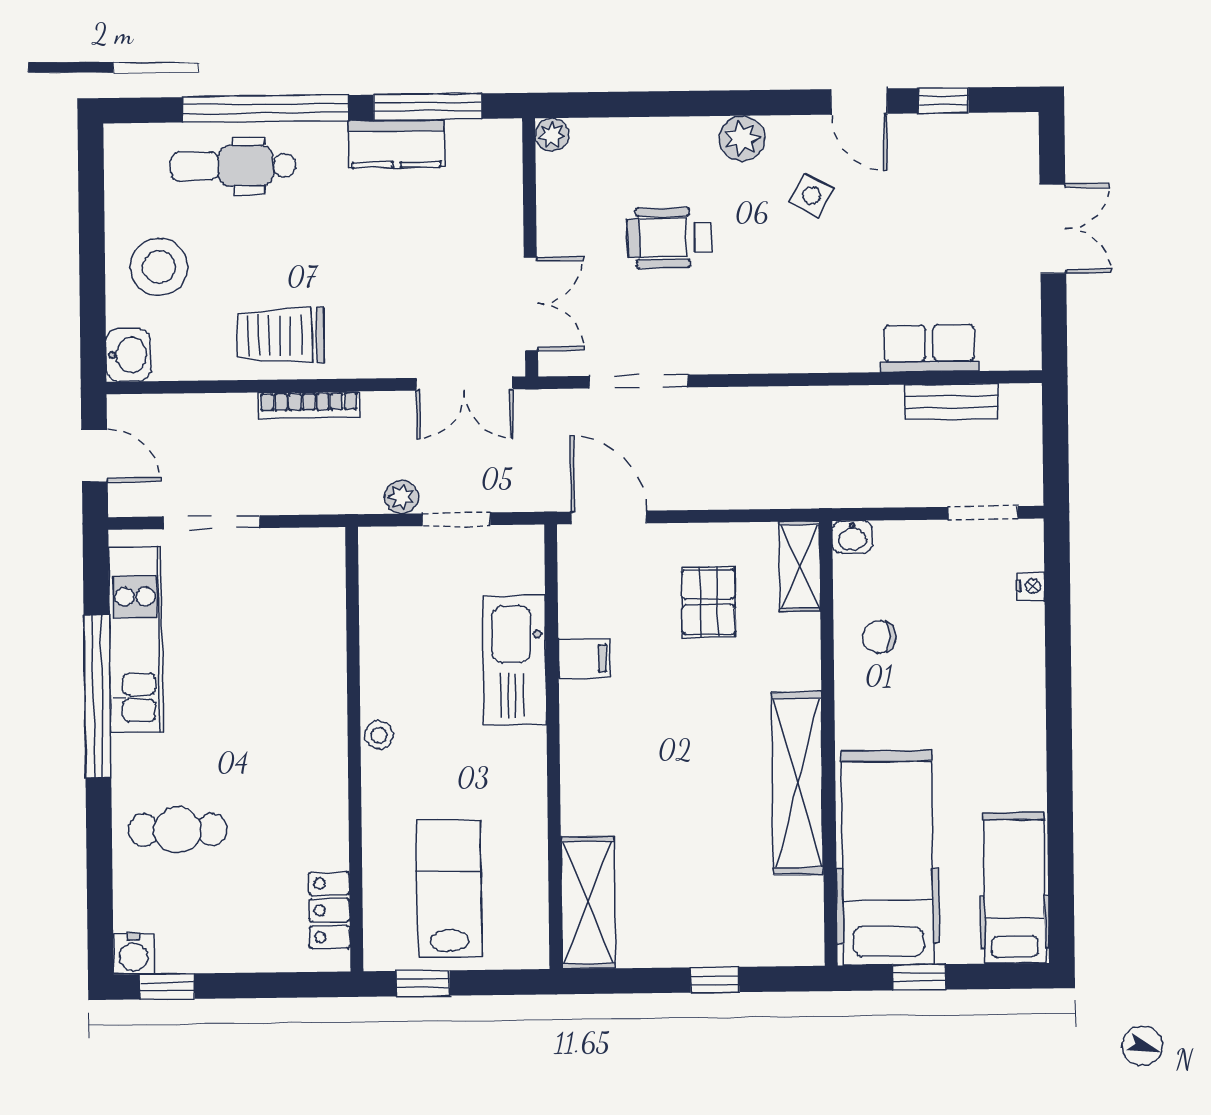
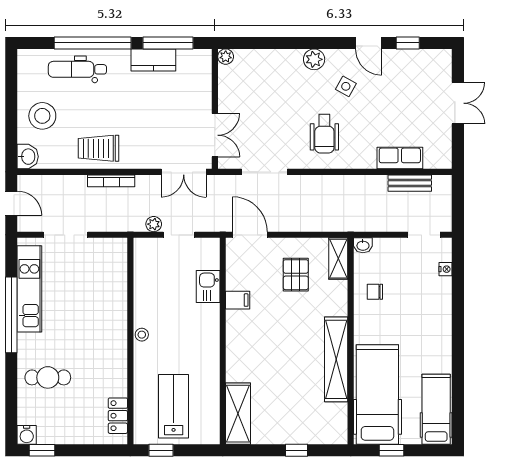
wheelchair: (670, 238) -> (324, 134), moved, turned -90
kitchen sink: (515, 660) -> (208, 286), width x0.53, depth x0.81

